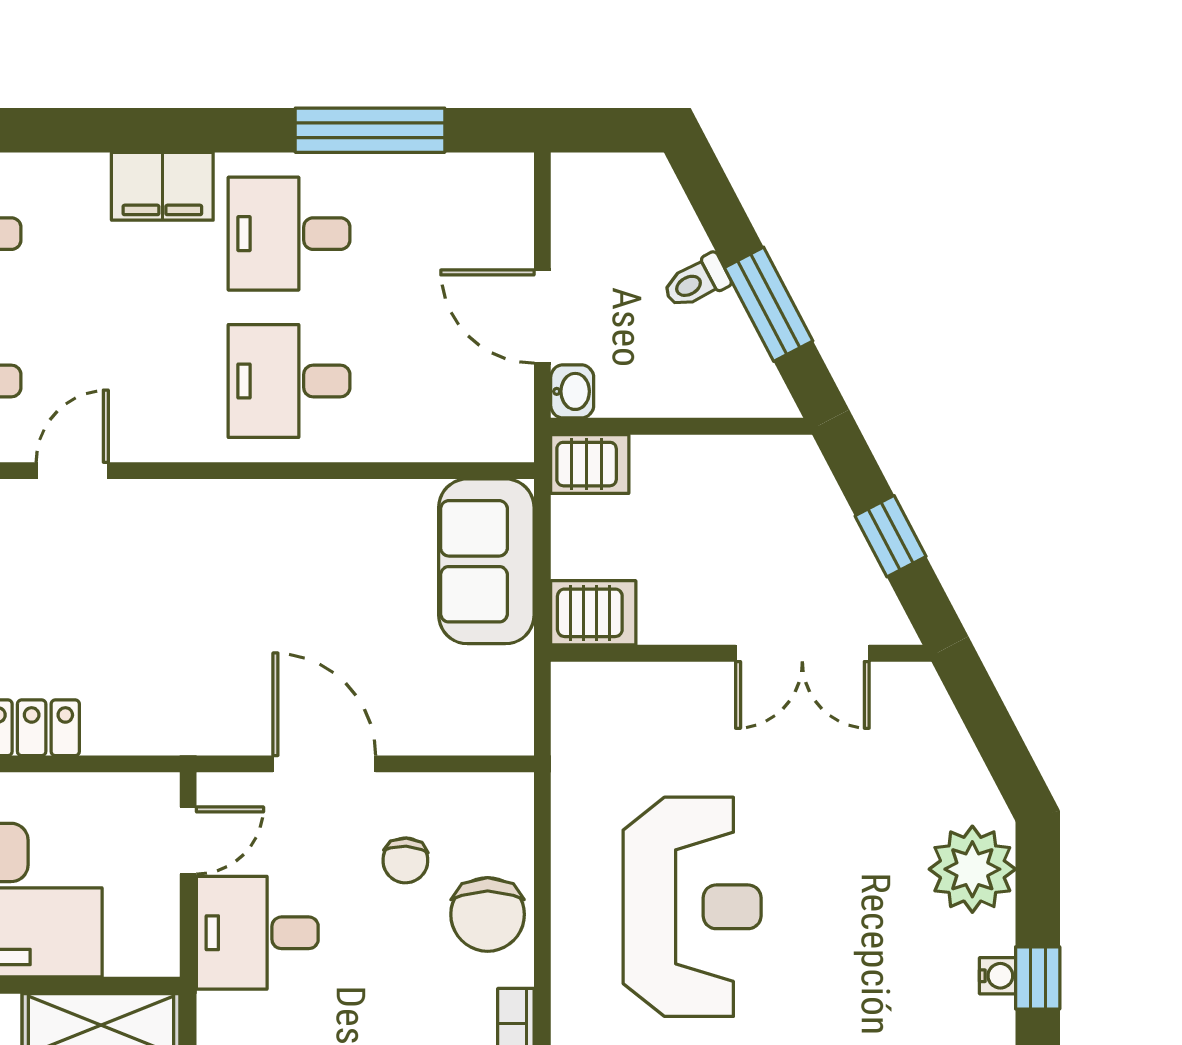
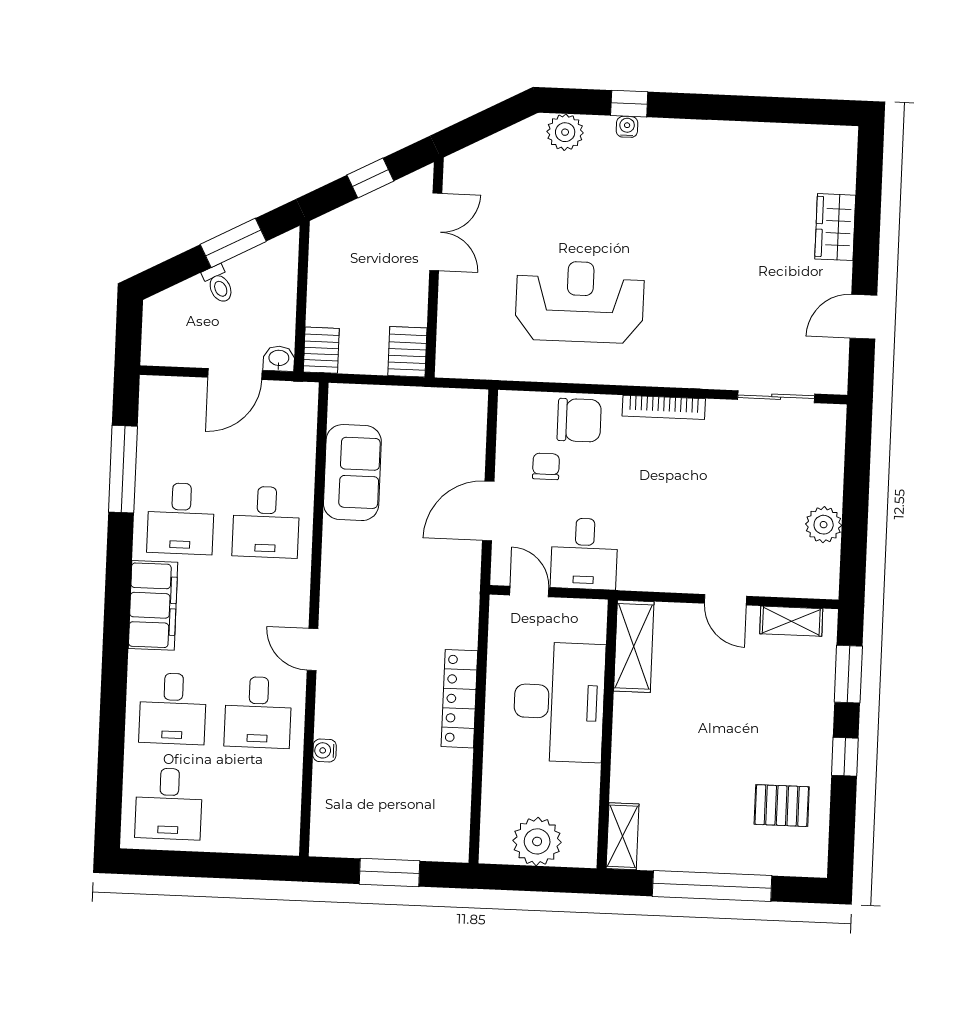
filing cabinet: (162, 186) -> (153, 605), width x1.50, depth x1.17
sofa: (486, 561) -> (352, 473), moved, turned -90
chair: (405, 860) -> (546, 466), turned -93
plant: (972, 869) -> (565, 132), width x0.73, depth x0.73

